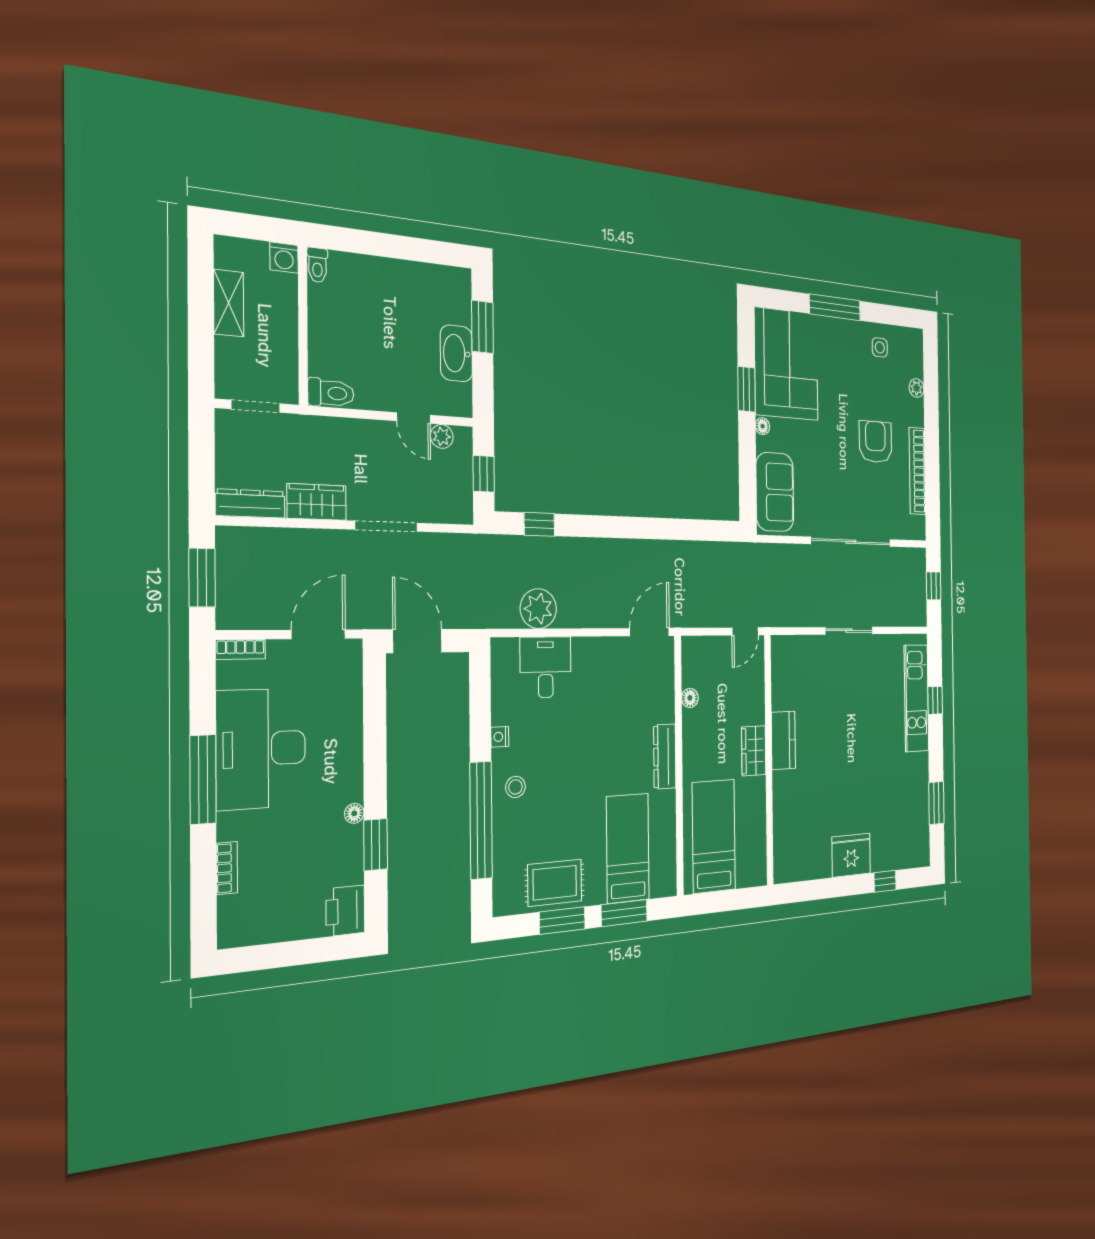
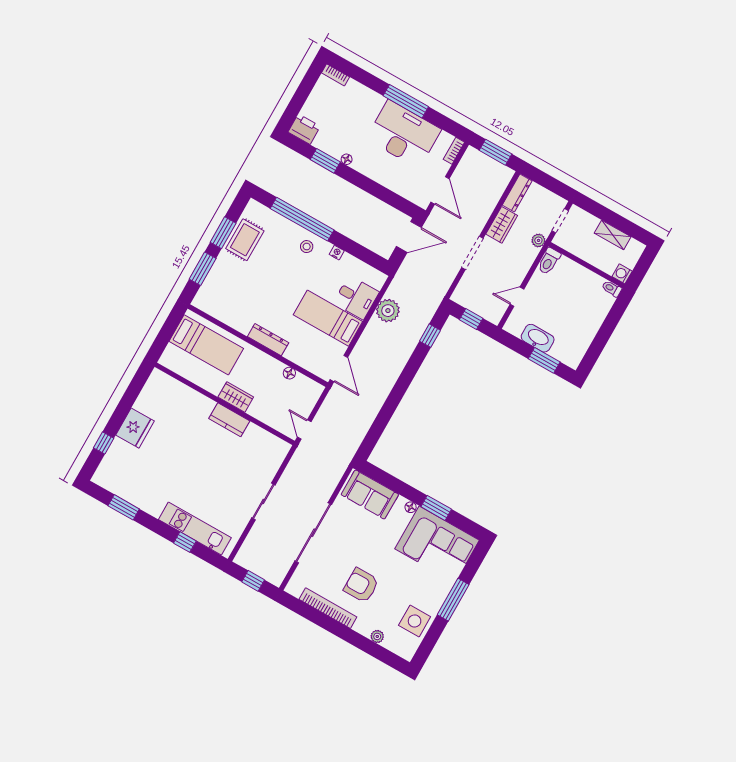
side table: (880, 347) -> (415, 621), width x1.87, depth x1.87
plant: (442, 436) -> (538, 240), moved
armchair: (875, 442) -> (361, 585), turned 180
bed: (628, 848) -> (328, 318), moved, turned 180
bookcase: (227, 868) -> (336, 75), moved

